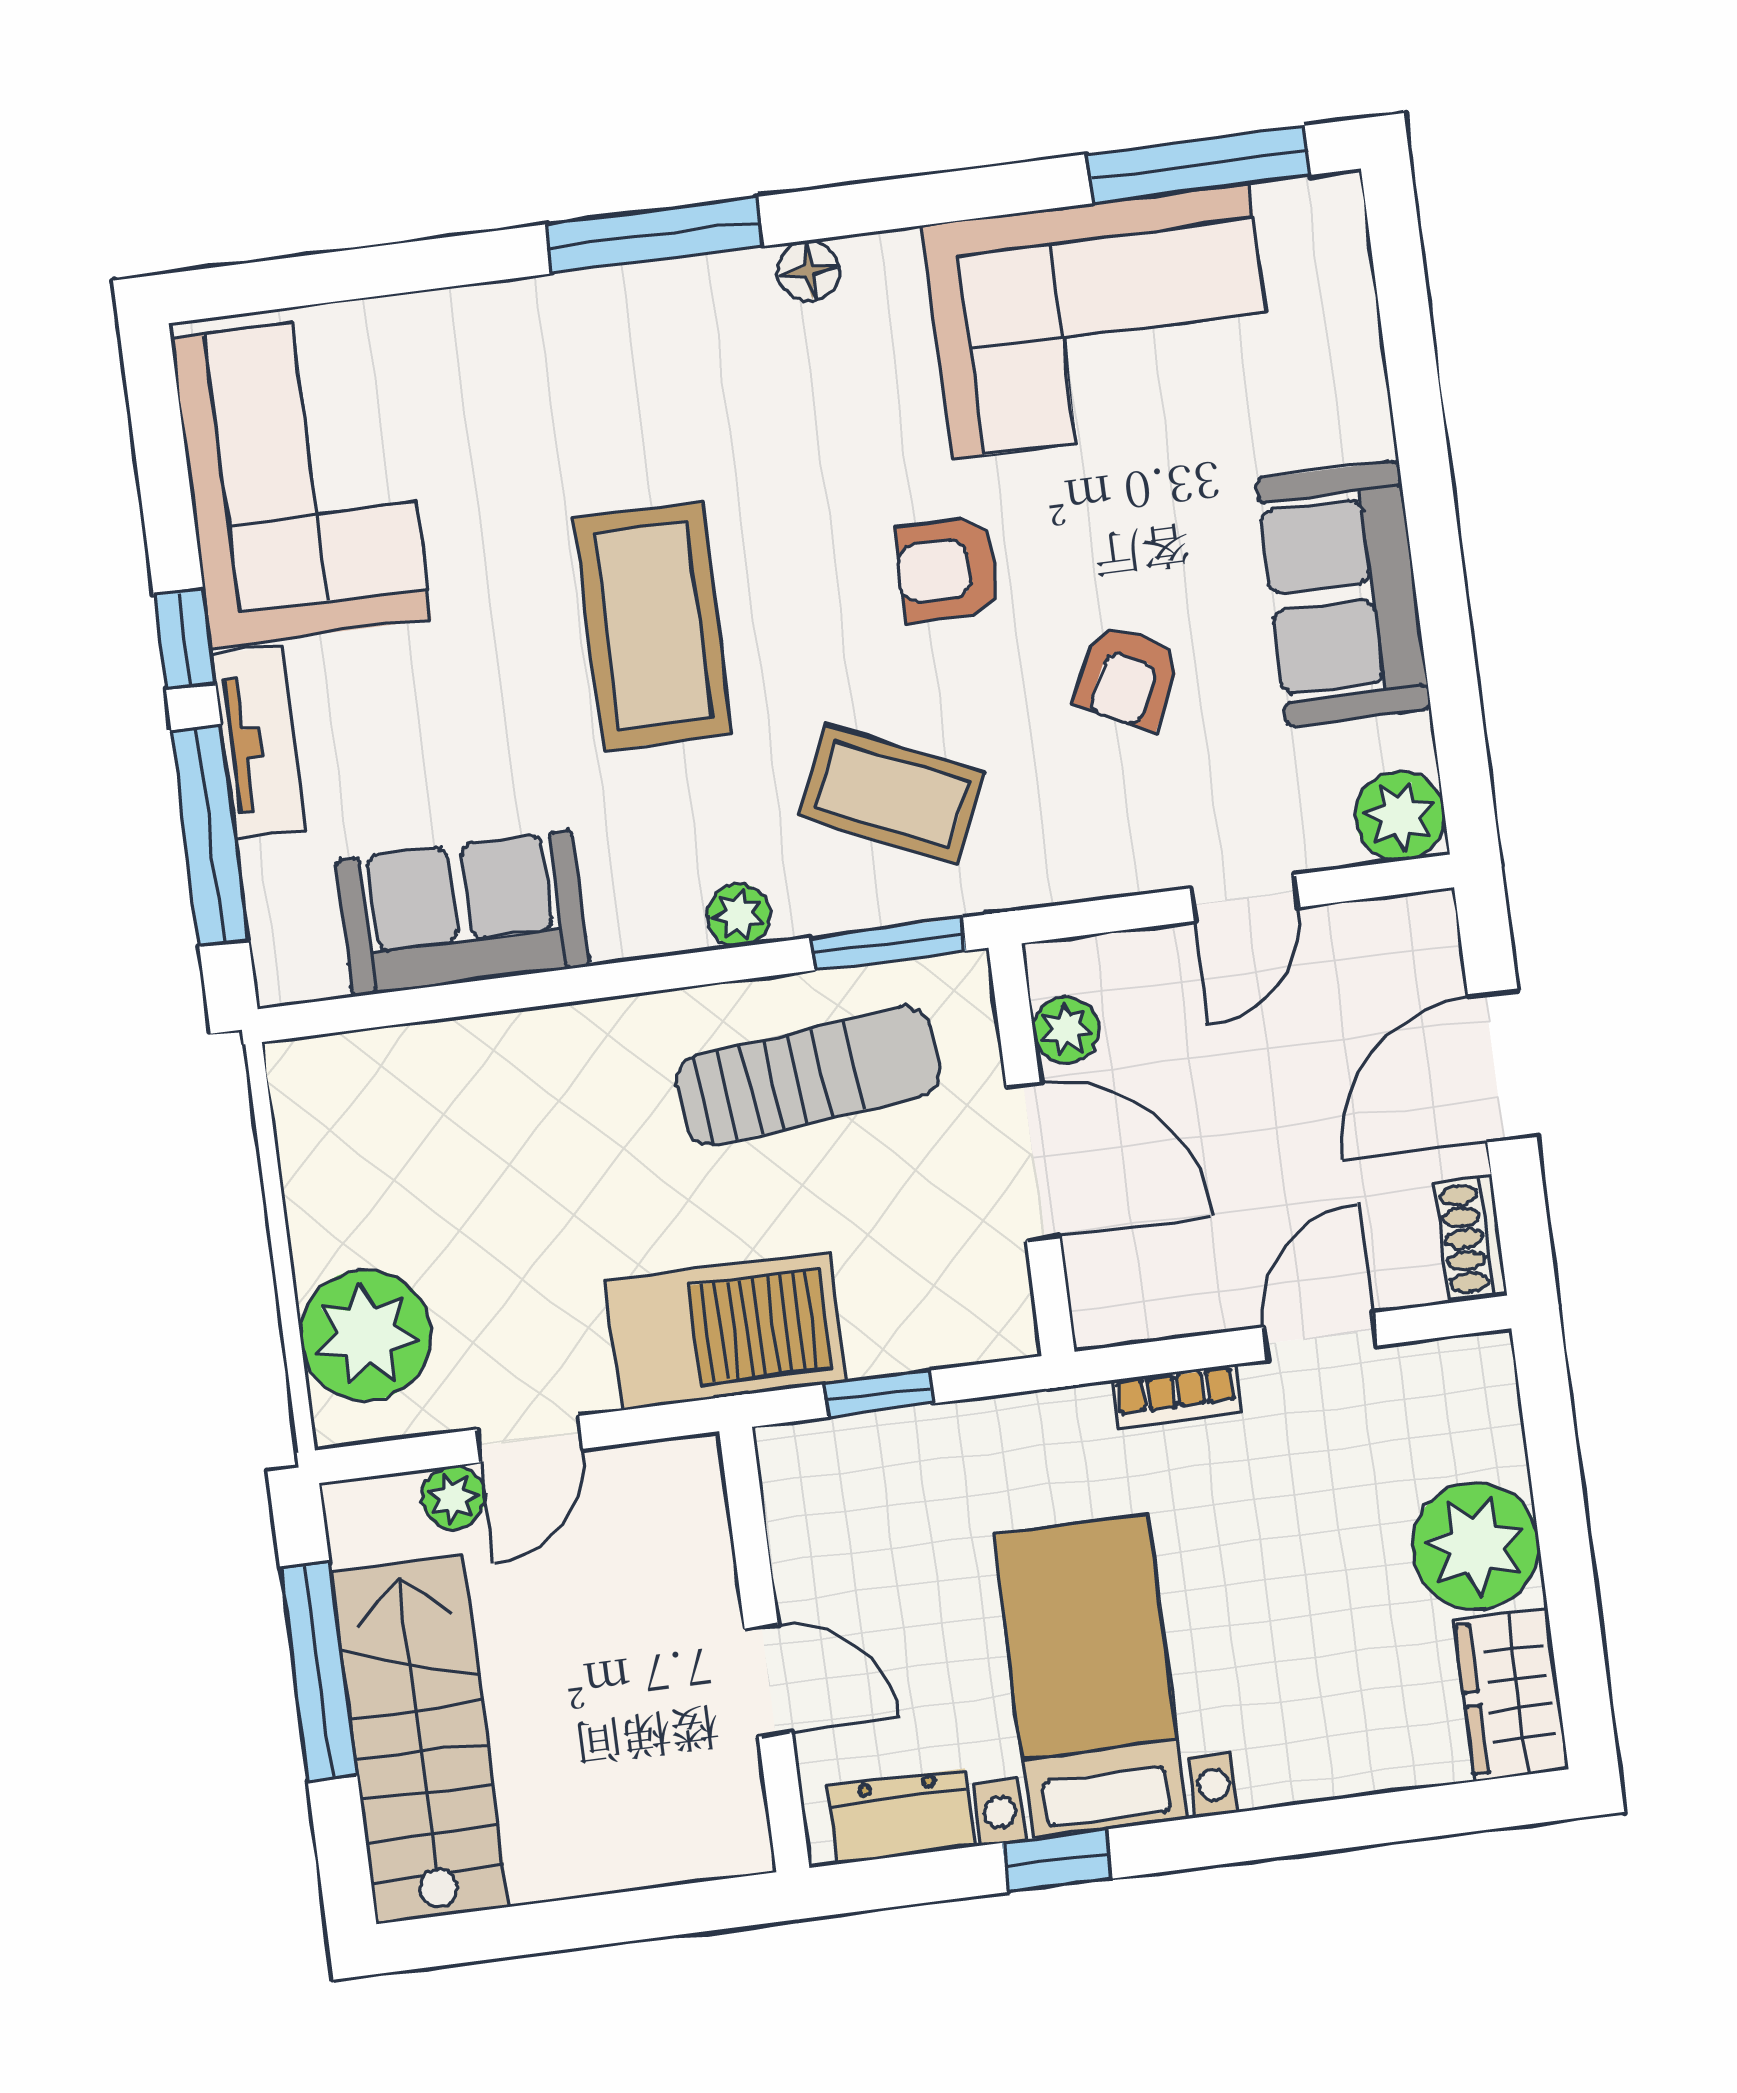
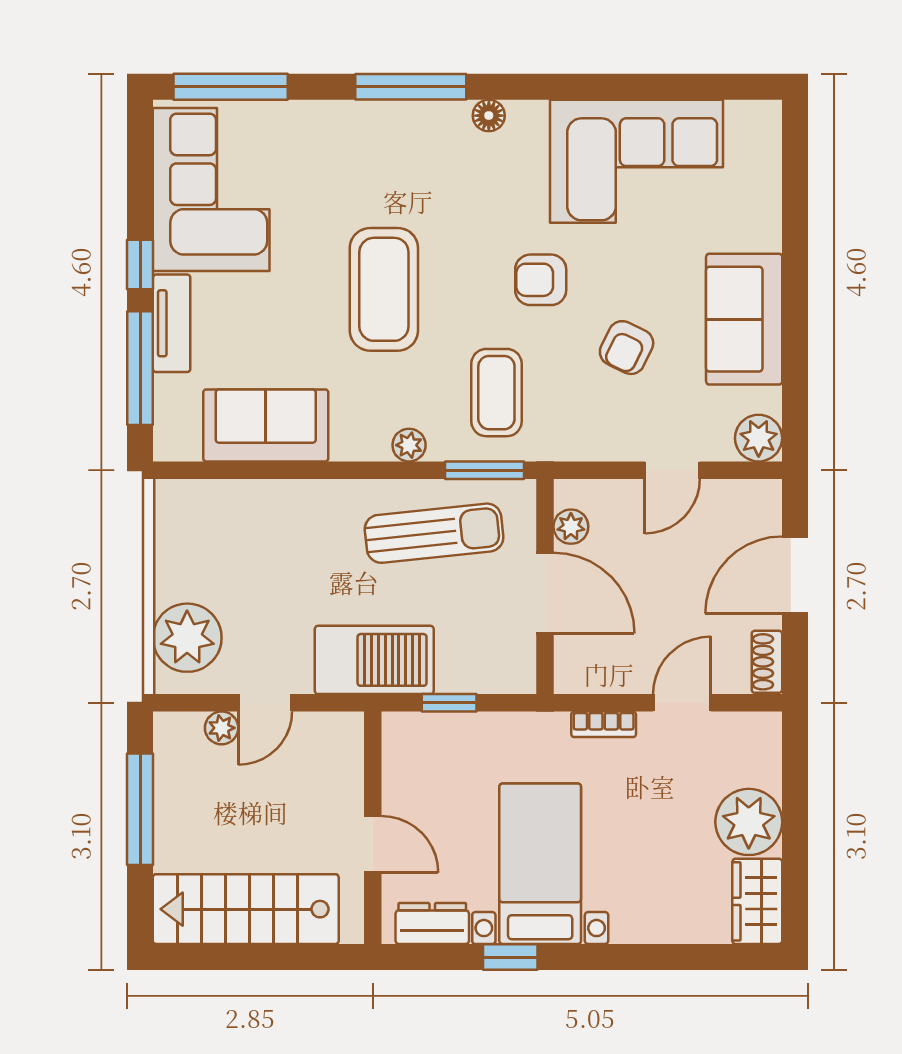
window: (1199, 165) -> (231, 87), moved
coffee table: (892, 794) -> (496, 393), turned 66
stairs: (420, 1740) -> (246, 909), moved, turned -90

